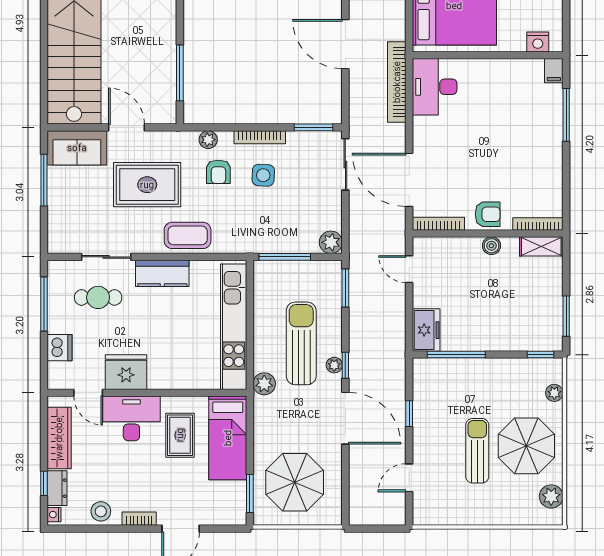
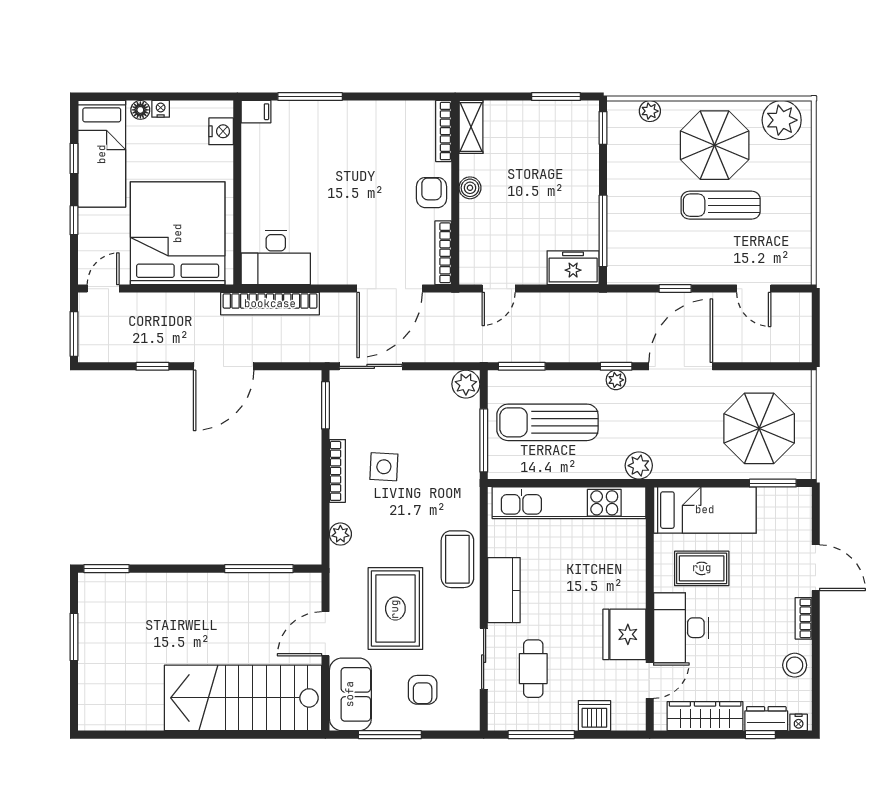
armchair: (218, 172) -> (423, 690), moved, turned 90
sun lounger: (301, 343) -> (547, 422), moved
plant: (551, 496) -> (782, 120), width x1.36, depth x1.36

